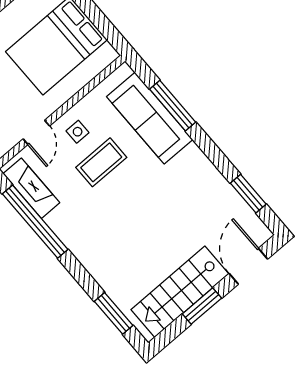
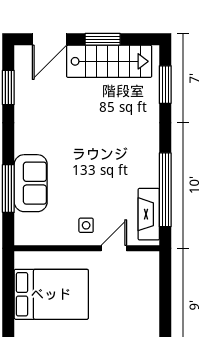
sofa: (150, 118) -> (31, 183), width x0.73
coffee table: (101, 162) -> (88, 192), removed

